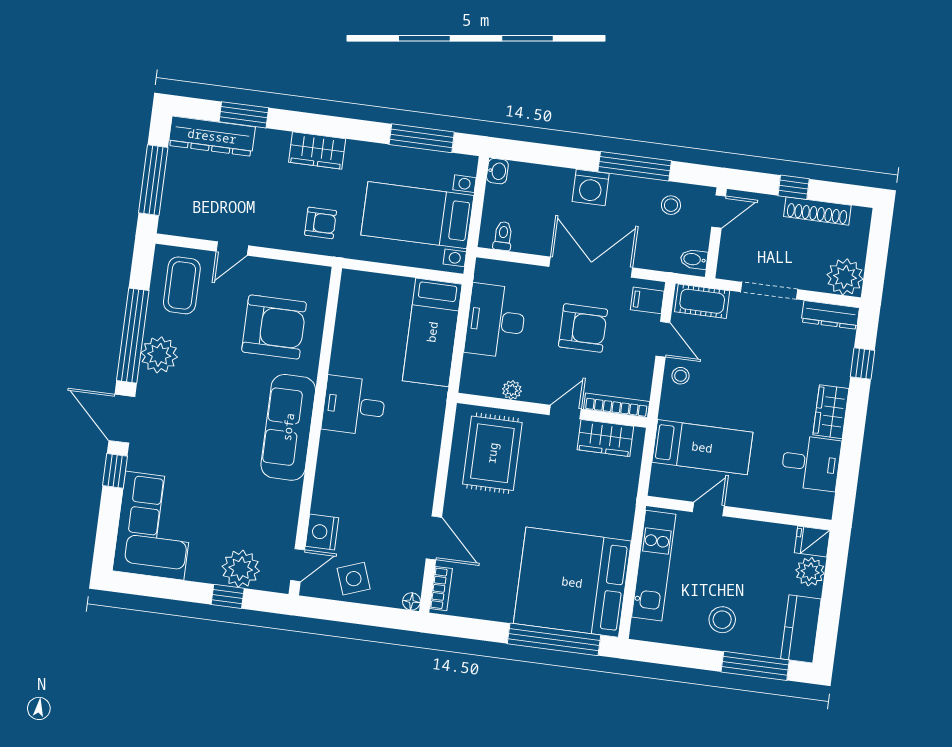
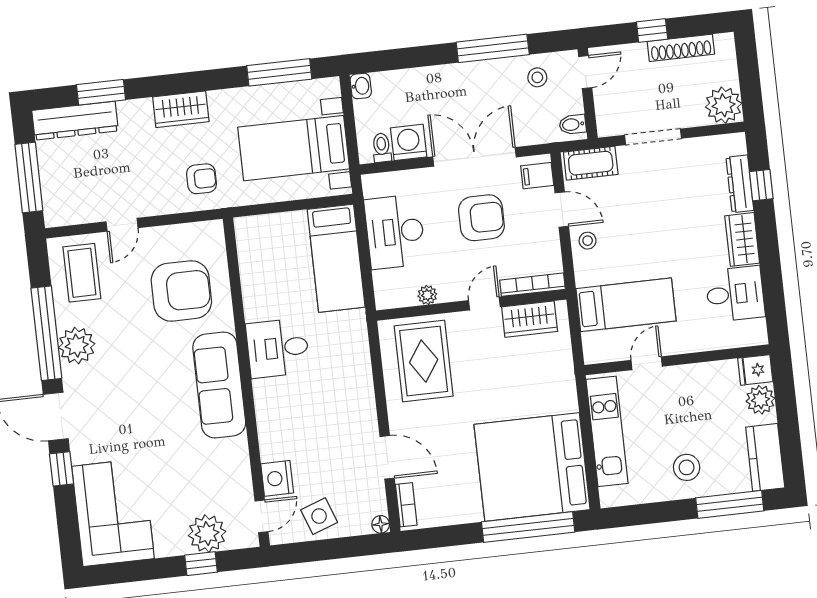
washing machine: (591, 188) -> (409, 142), moved, turned 180
dresser: (830, 315) -> (740, 184), moved, turned 90

